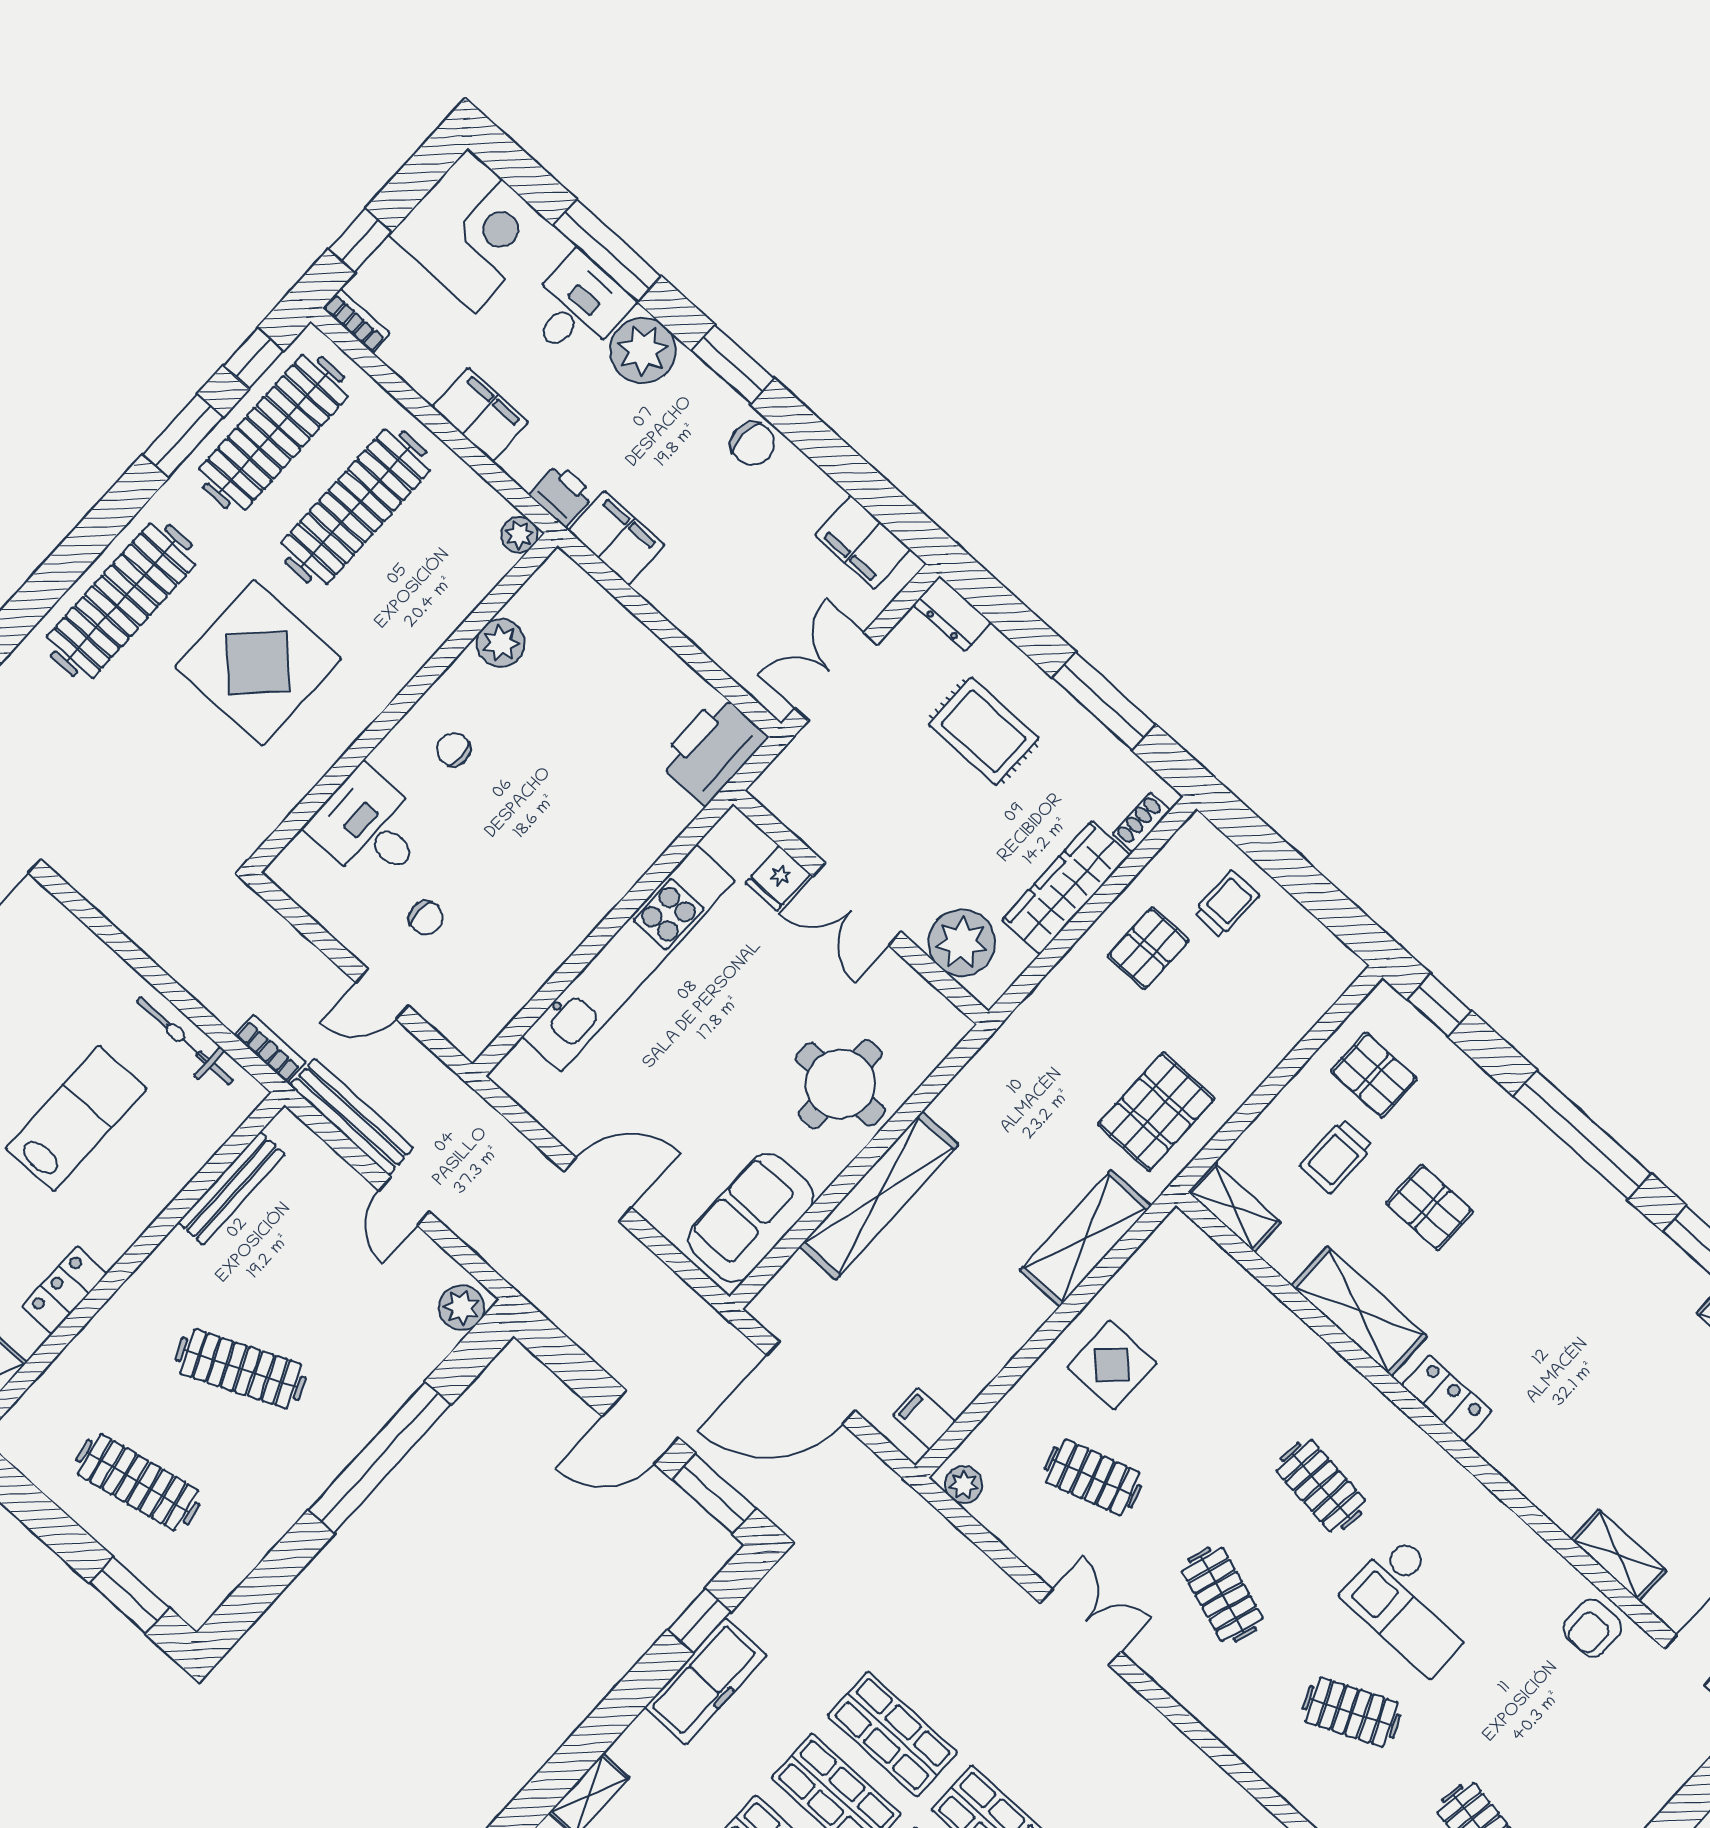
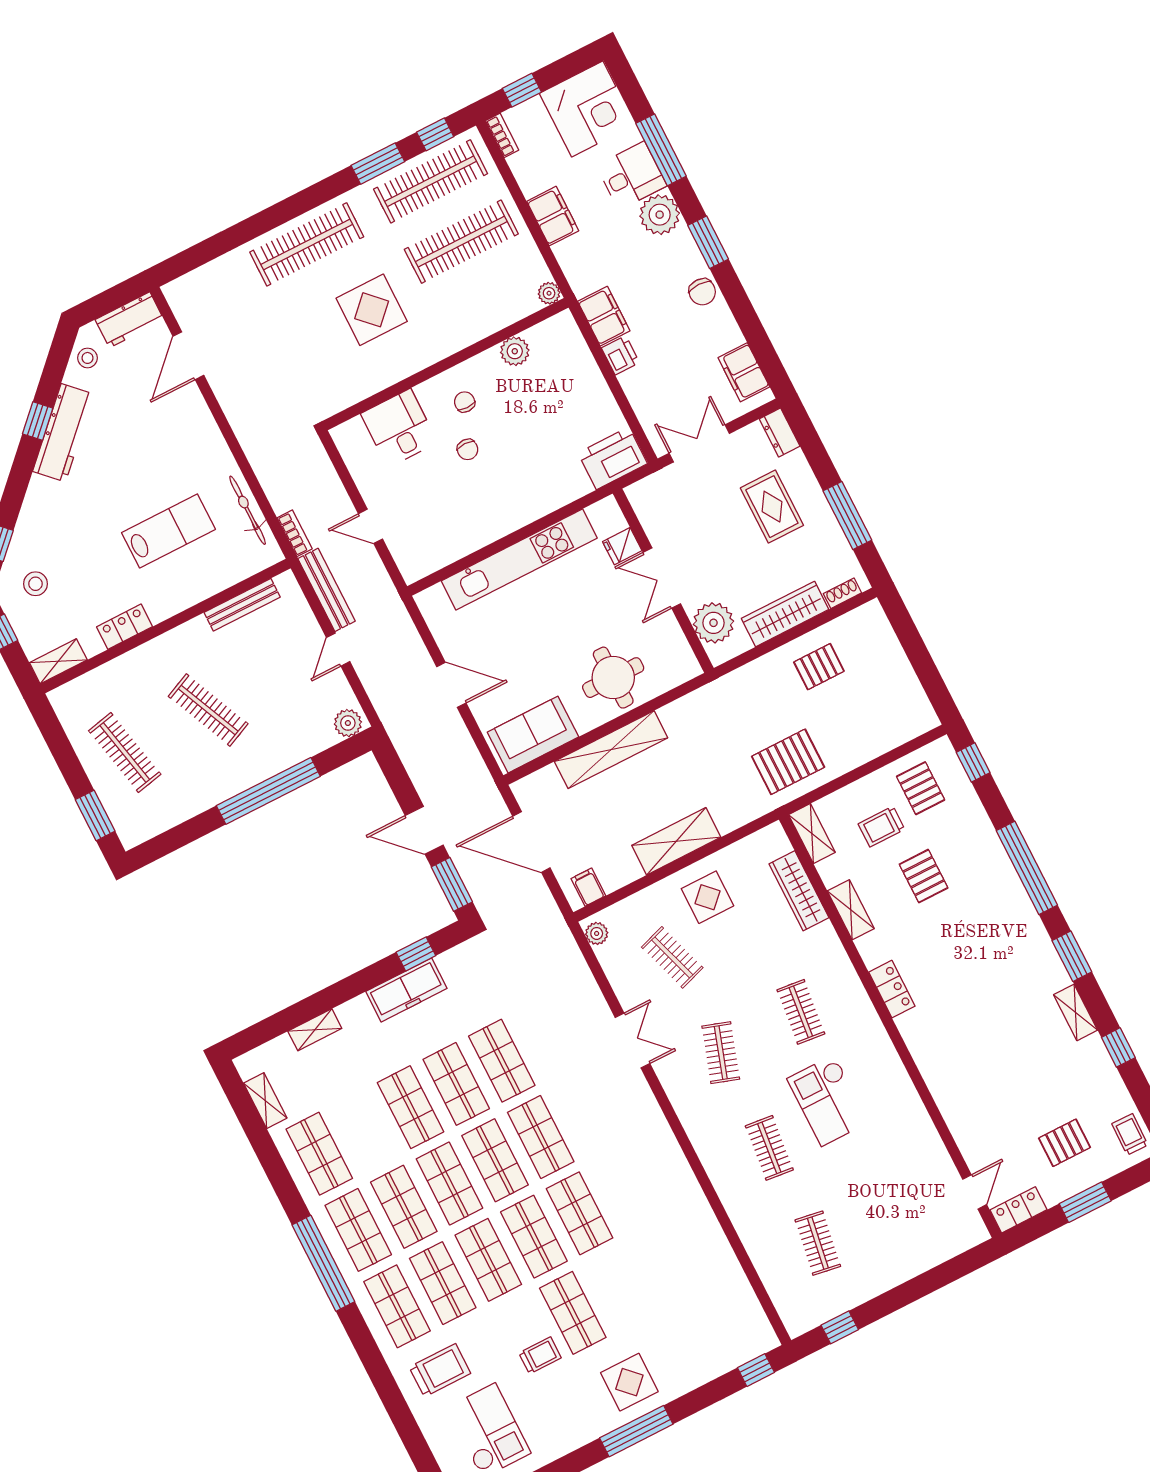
printer: (562, 495) -> (620, 355), moved
display table: (258, 663) -> (372, 310), width x0.73, depth x0.73
trolley: (1226, 904) -> (873, 658), removed
chair: (426, 918) -> (468, 449), moved
shelving: (1085, 1238) -> (676, 841), moved
wardrobe: (1248, 1302) -> (799, 891), added
shelving: (1359, 1311) -> (851, 910), width x0.67, depth x0.75
shelving: (1619, 1555) -> (956, 1116), removed
armchair: (1592, 1628) -> (925, 1152), removed
clothes rail: (1352, 1712) -> (769, 1148), turned 30

